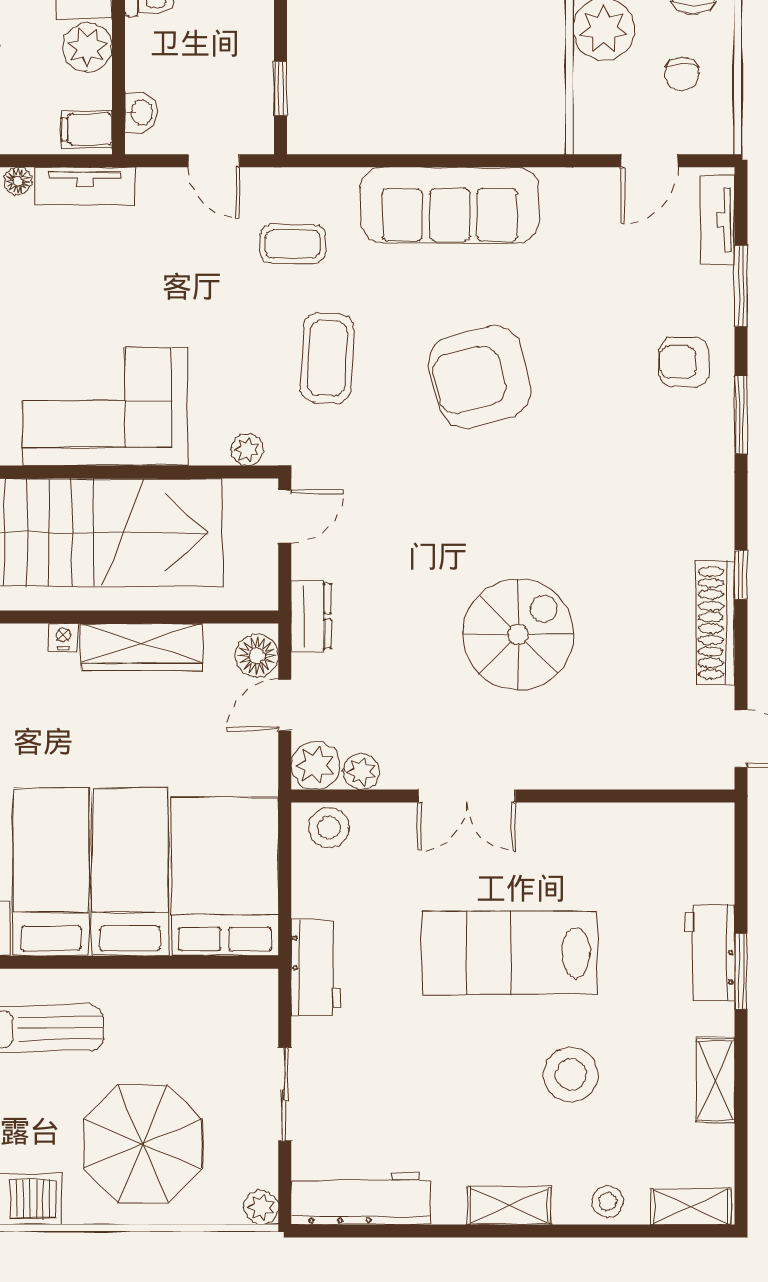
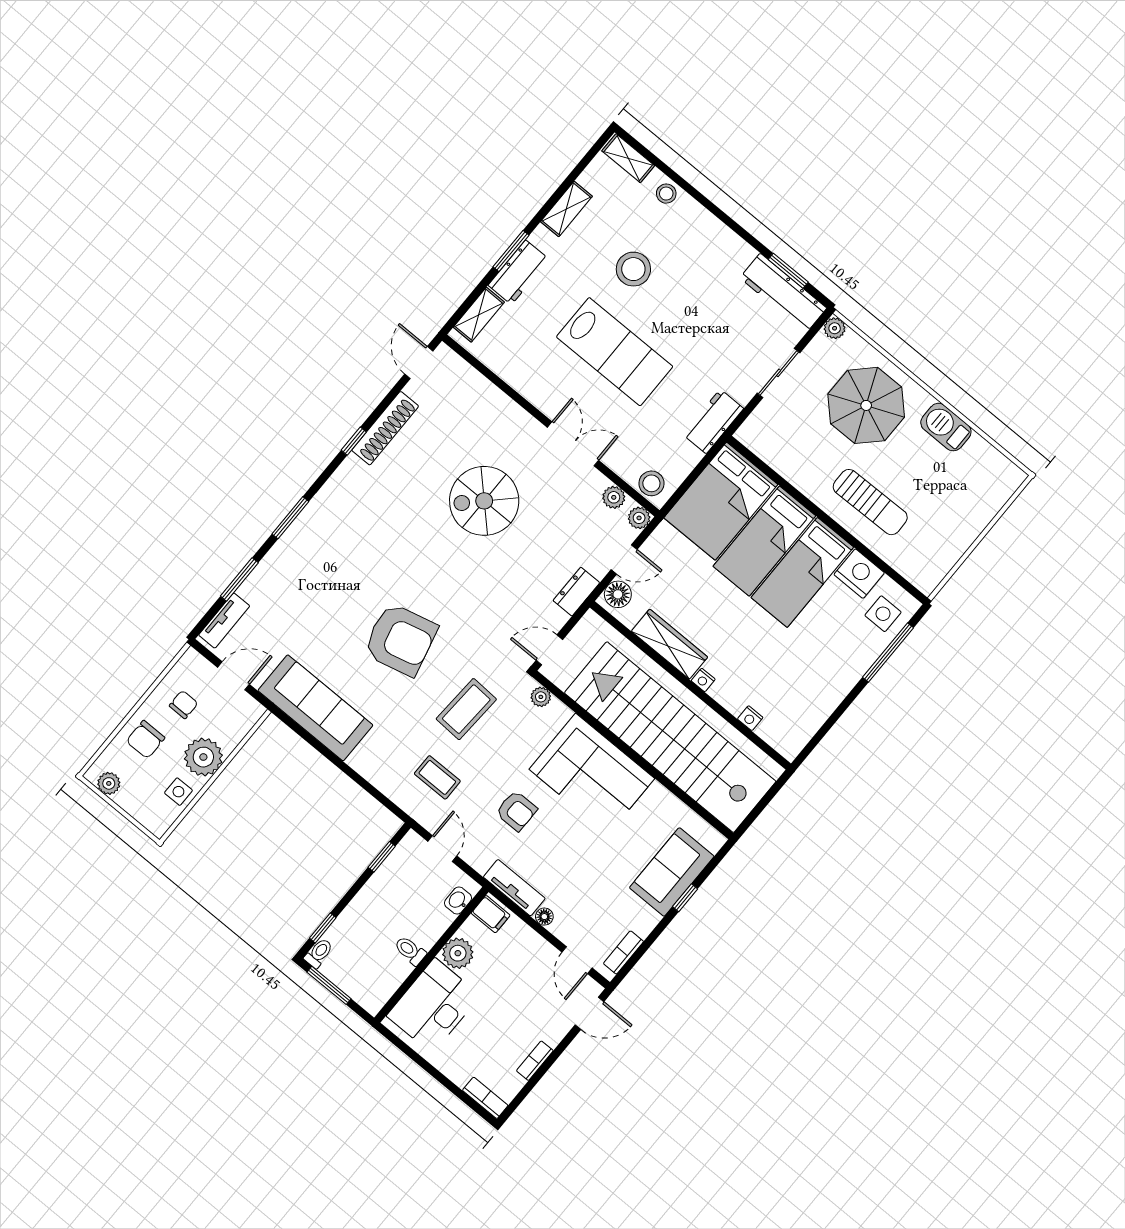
sofa: (450, 205) -> (315, 708), moved
armchair: (684, 362) -> (516, 811), moved
plant: (316, 765) -> (639, 518), width x0.73, depth x0.73
shelving: (509, 1206) -> (479, 315), moved, turned 90
window: (377, 1231) -> (788, 271), added

